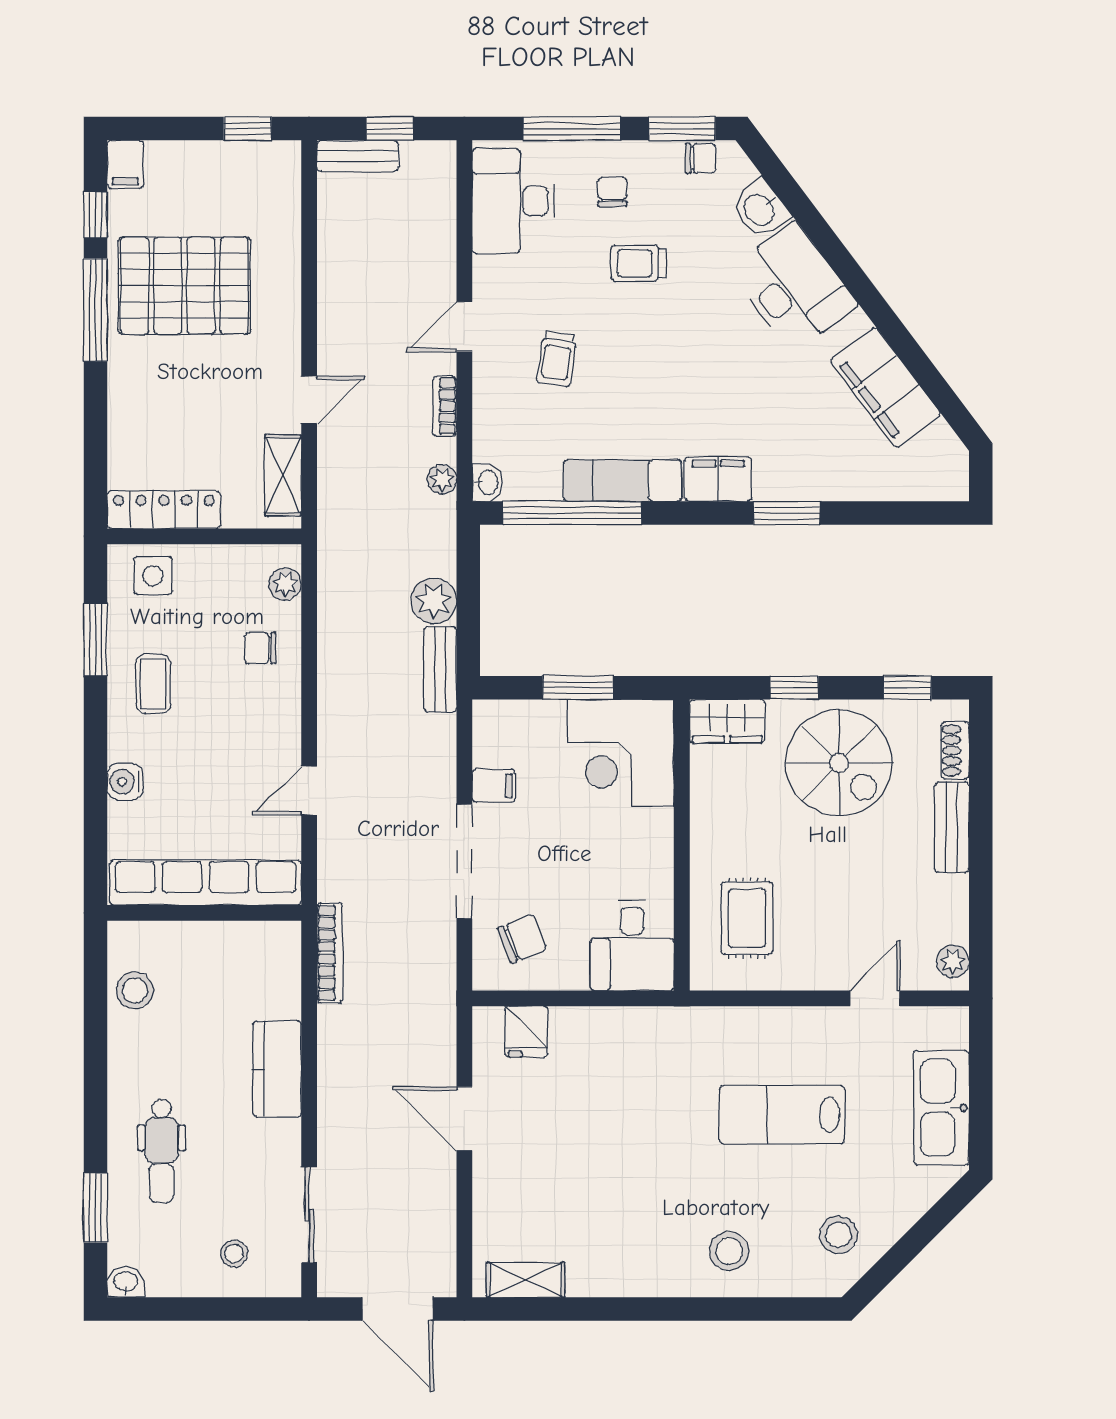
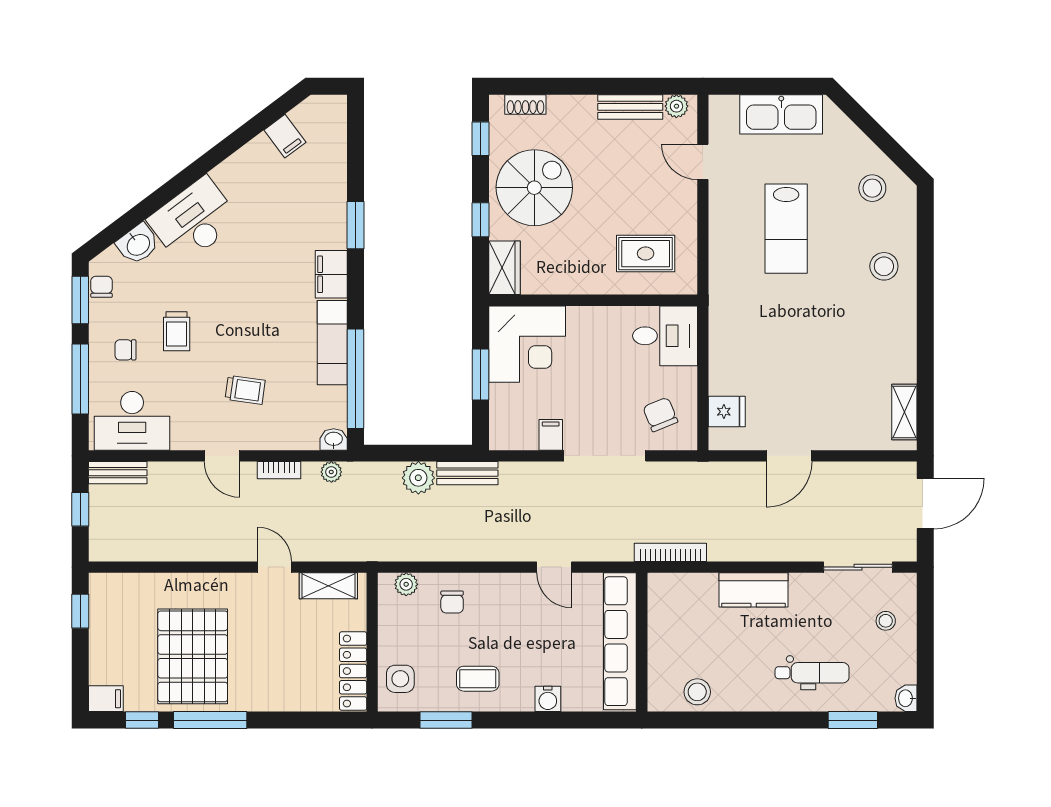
bench: (358, 156) -> (118, 473), moved, turned 90
filing cabinet: (886, 387) -> (285, 136), width x0.33, depth x0.86
bench: (952, 827) -> (630, 107), moved

